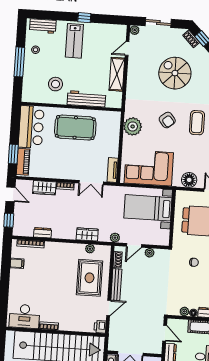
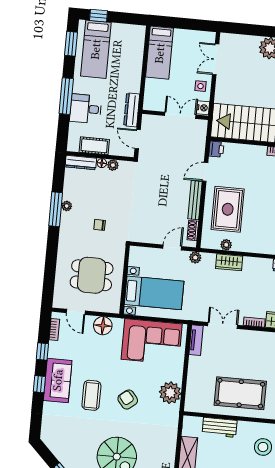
workbench: (86, 99) -> (220, 427), width x0.73
plant: (149, 253) -> (154, 238), removed

